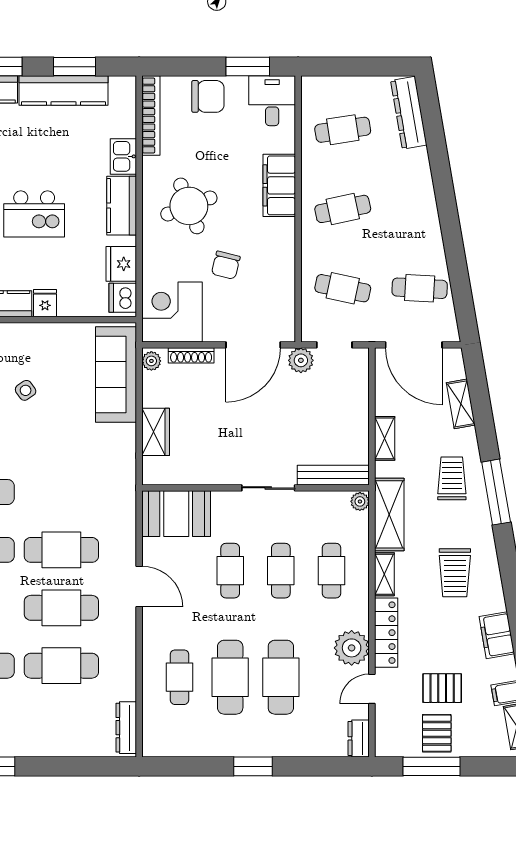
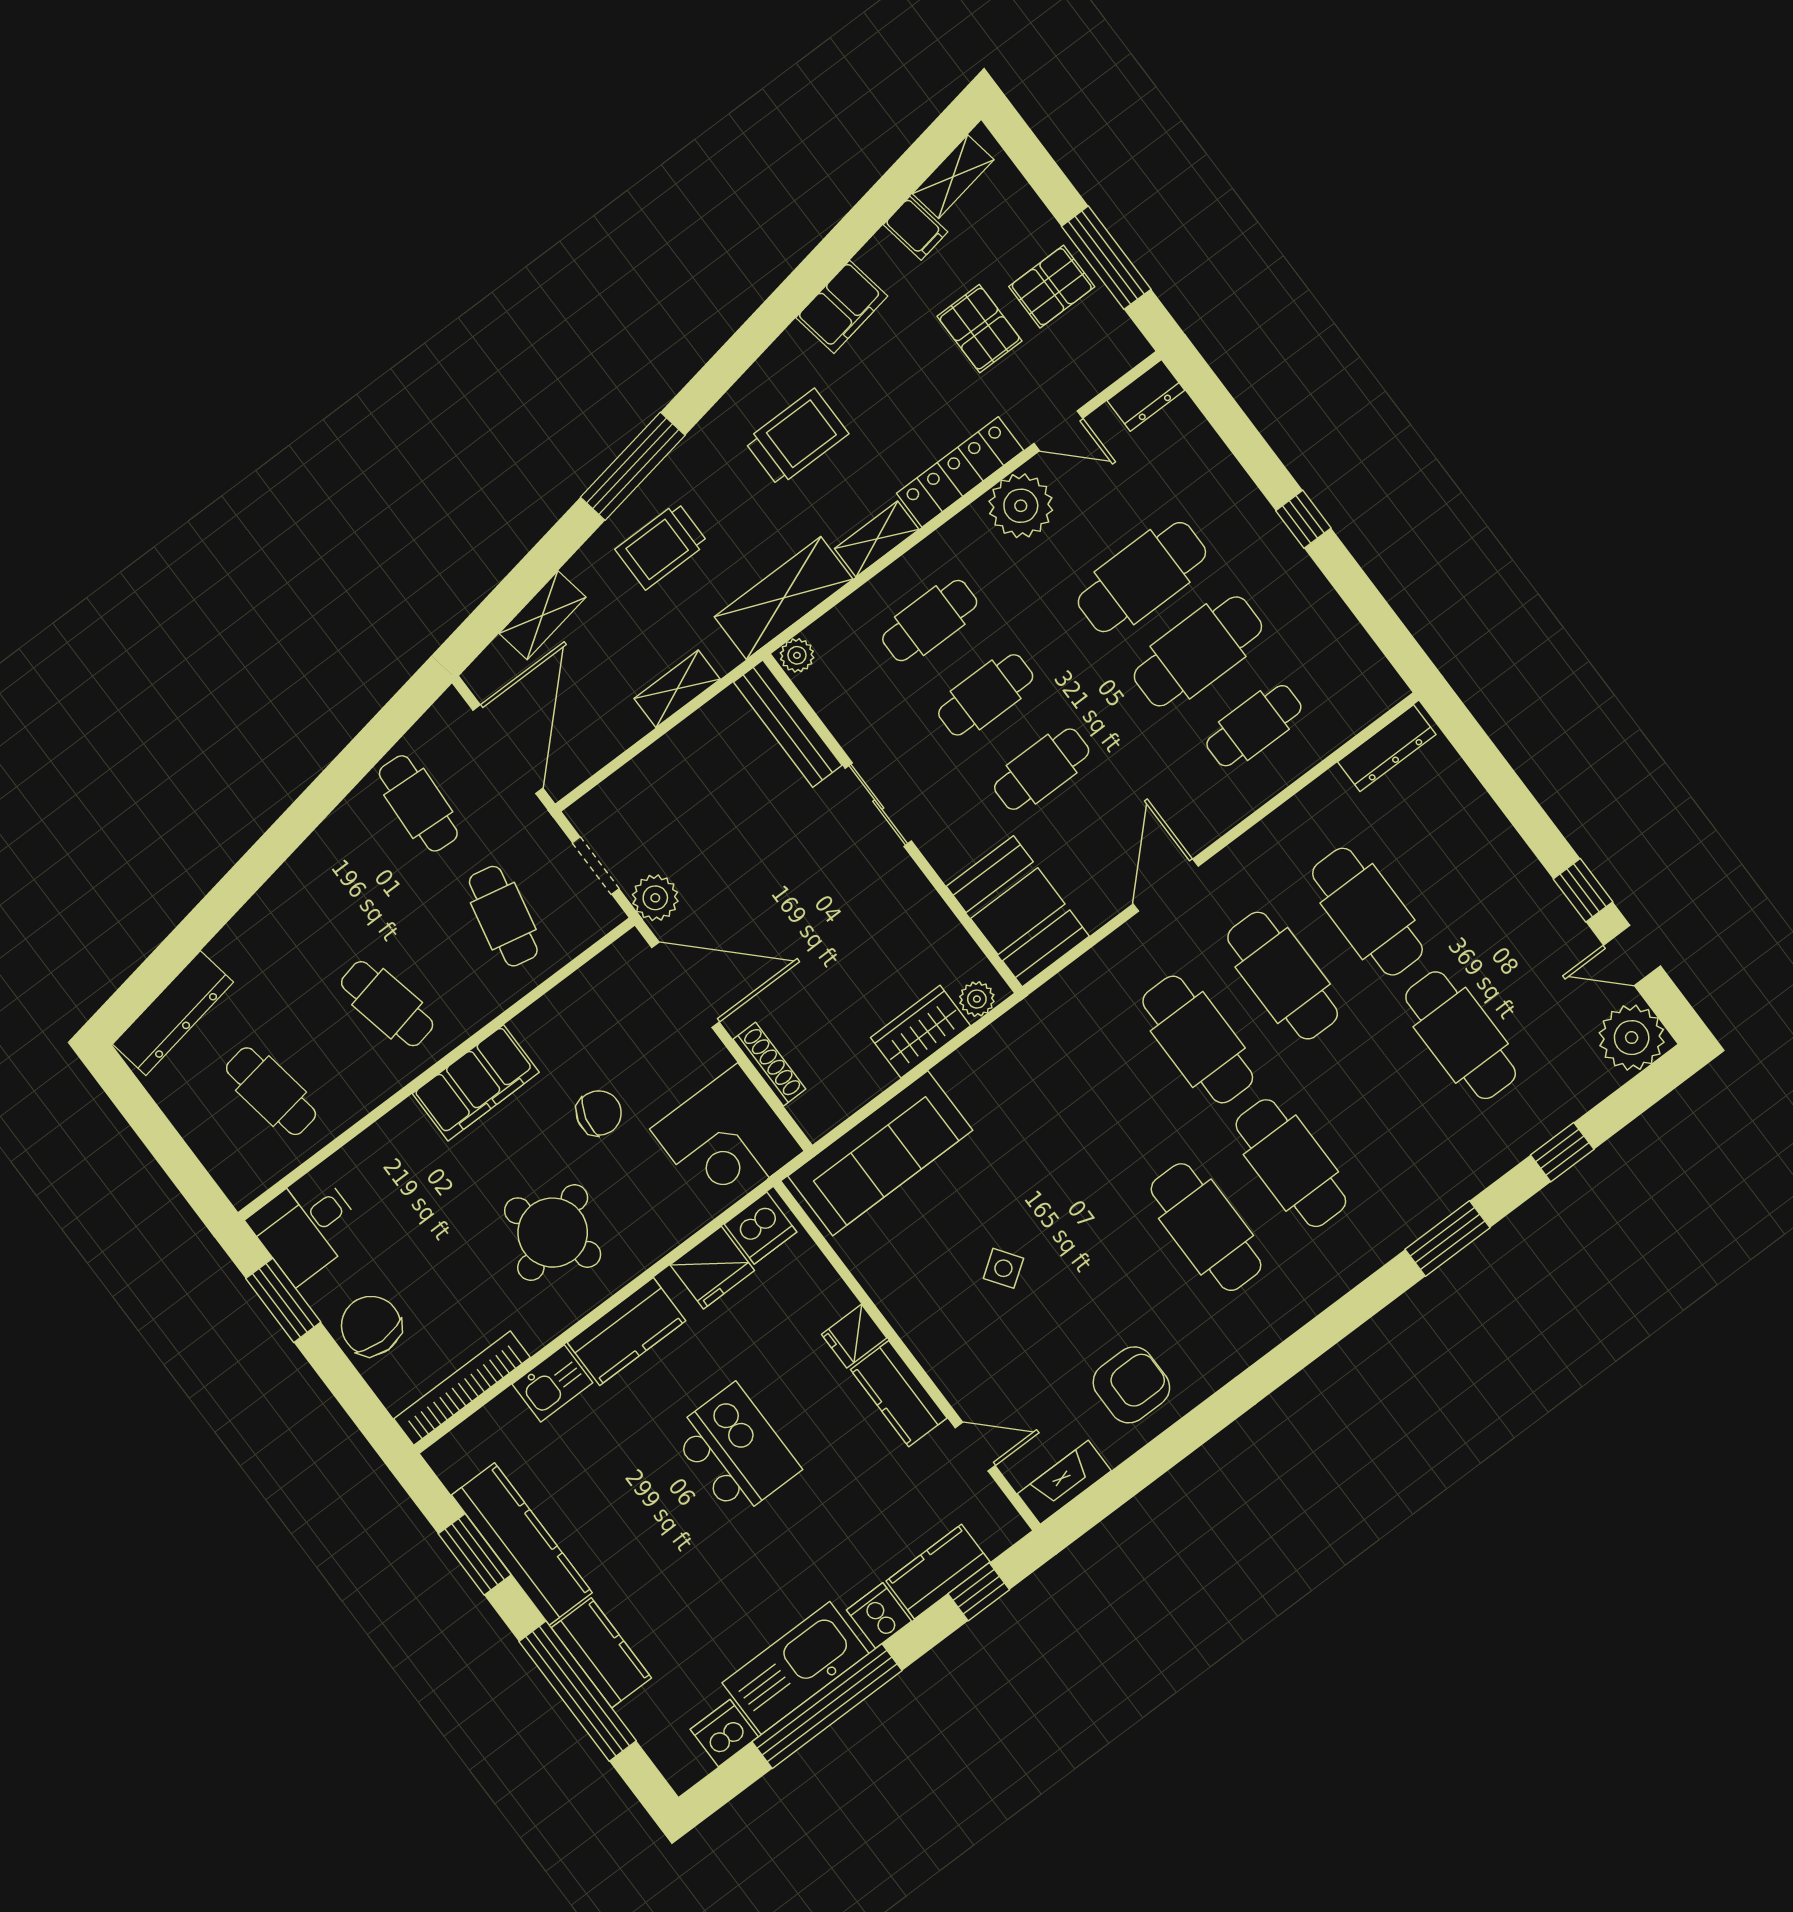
filing cabinet: (279, 185) -> (476, 1083), moved
plant: (151, 361) -> (977, 999), moved
window: (253, 766) -> (1303, 519), width x0.67

